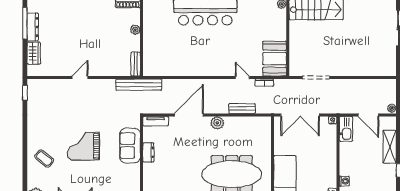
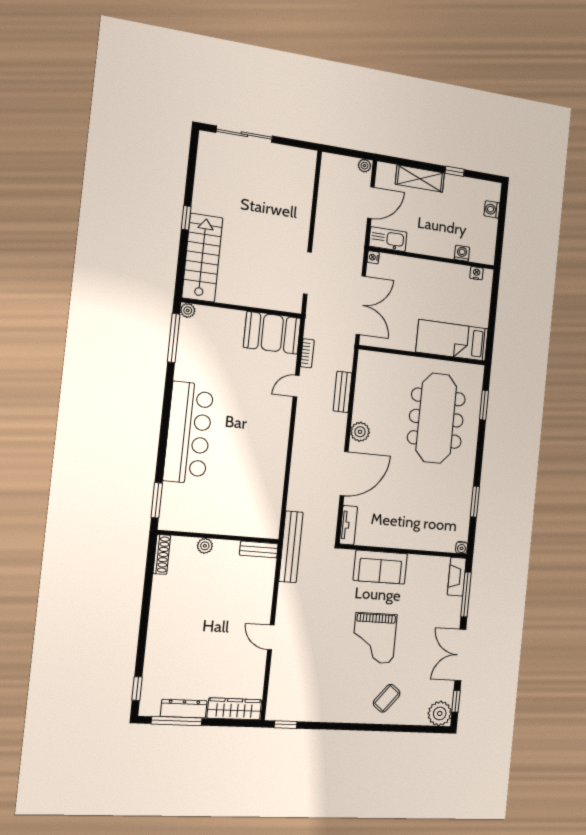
wardrobe: (34, 53) -> (234, 709), width x1.50
door: (189, 115) -> (344, 474), swing flipped
dresser: (148, 152) -> (393, 540), removed

